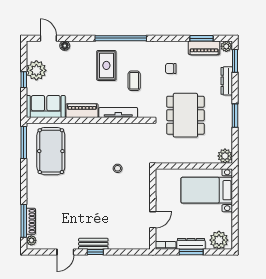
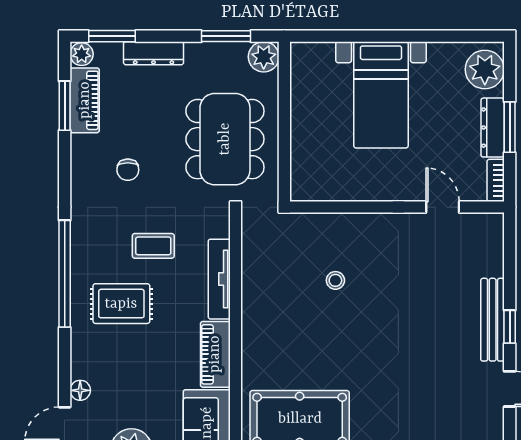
dining table: (185, 115) -> (225, 139), turned 90
plant: (225, 156) -> (264, 57), moved
wall: (194, 166) -> (284, 122), moved
bench: (93, 244) -> (493, 320), width x1.36

